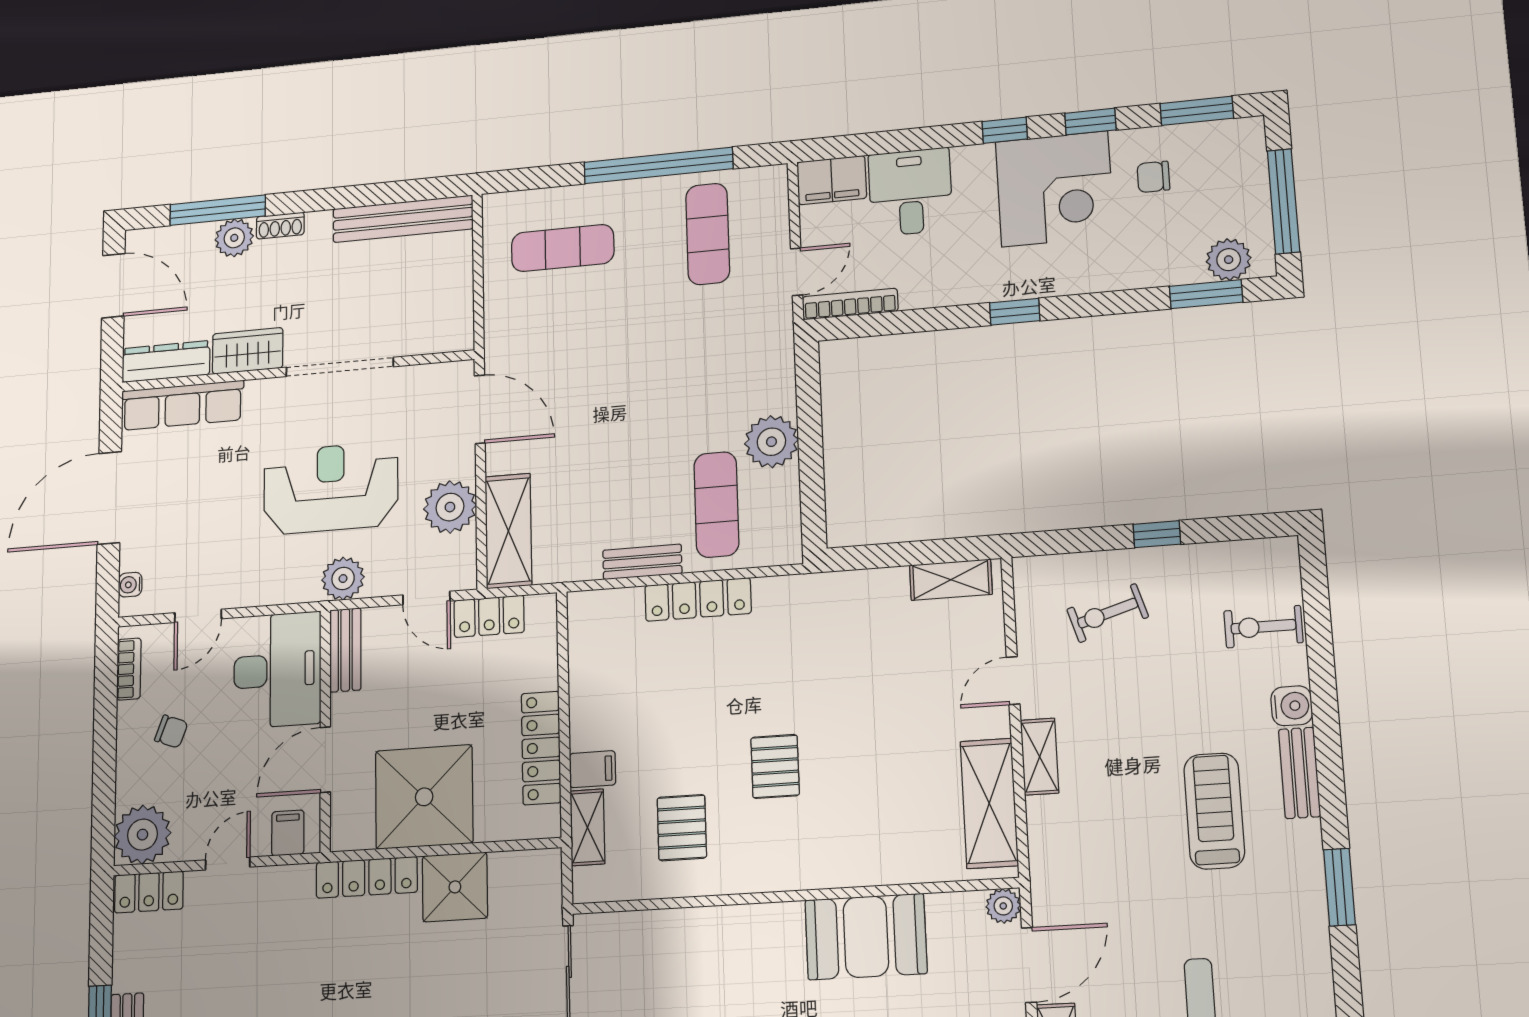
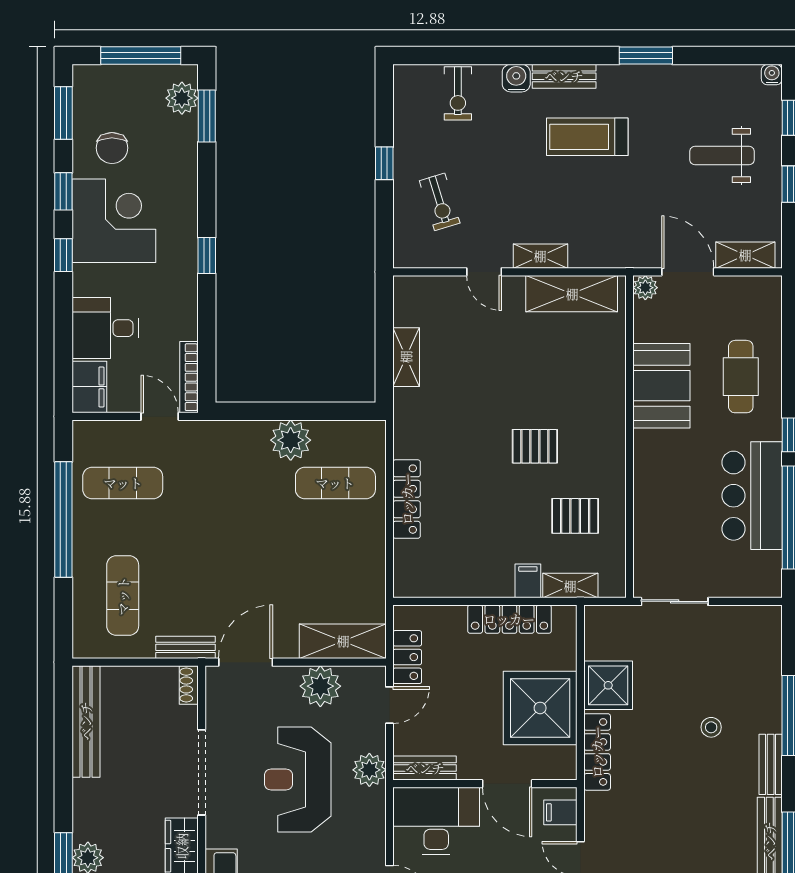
chair: (1153, 177) -> (112, 148), width x1.37, depth x1.37
shoe rack: (280, 226) -> (189, 685), moved, turned 180
bench: (642, 562) -> (186, 647), moved, turned 90
shelving: (951, 580) -> (406, 357), moved

